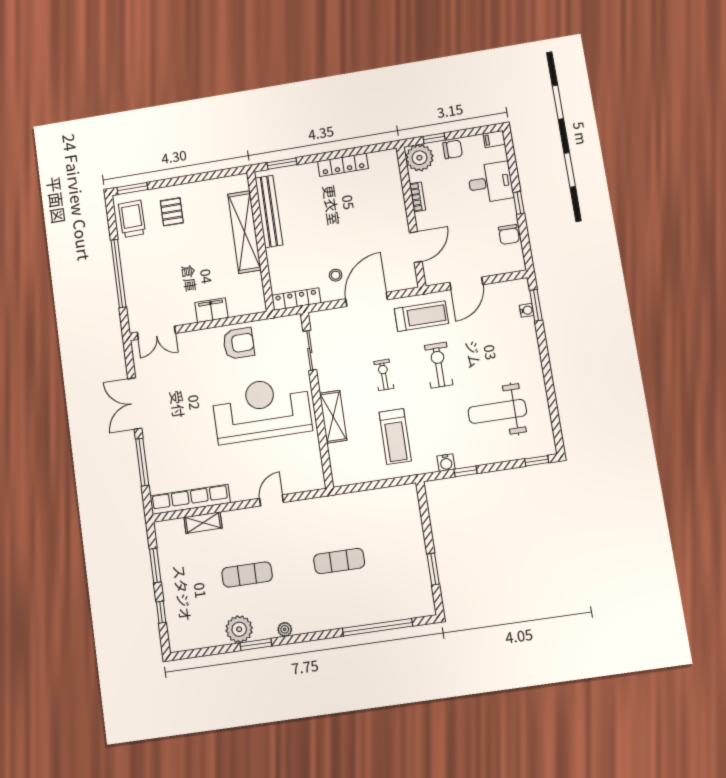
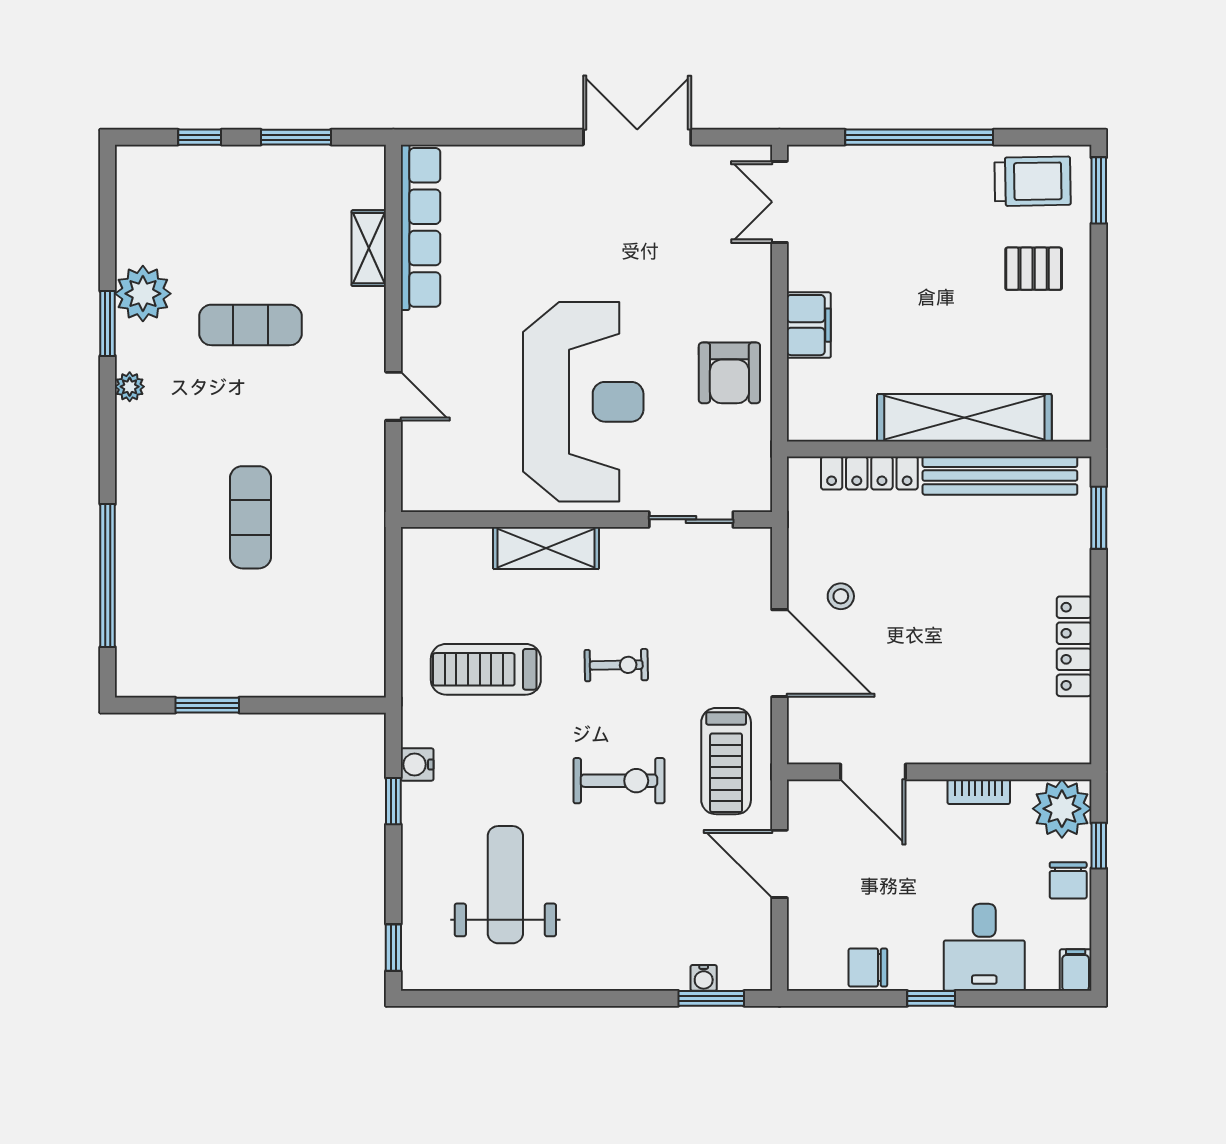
locker: (296, 299) -> (869, 473), moved, turned 90
window: (142, 462) -> (512, 137), removed
exercise mat: (247, 574) -> (250, 325), turned 90

